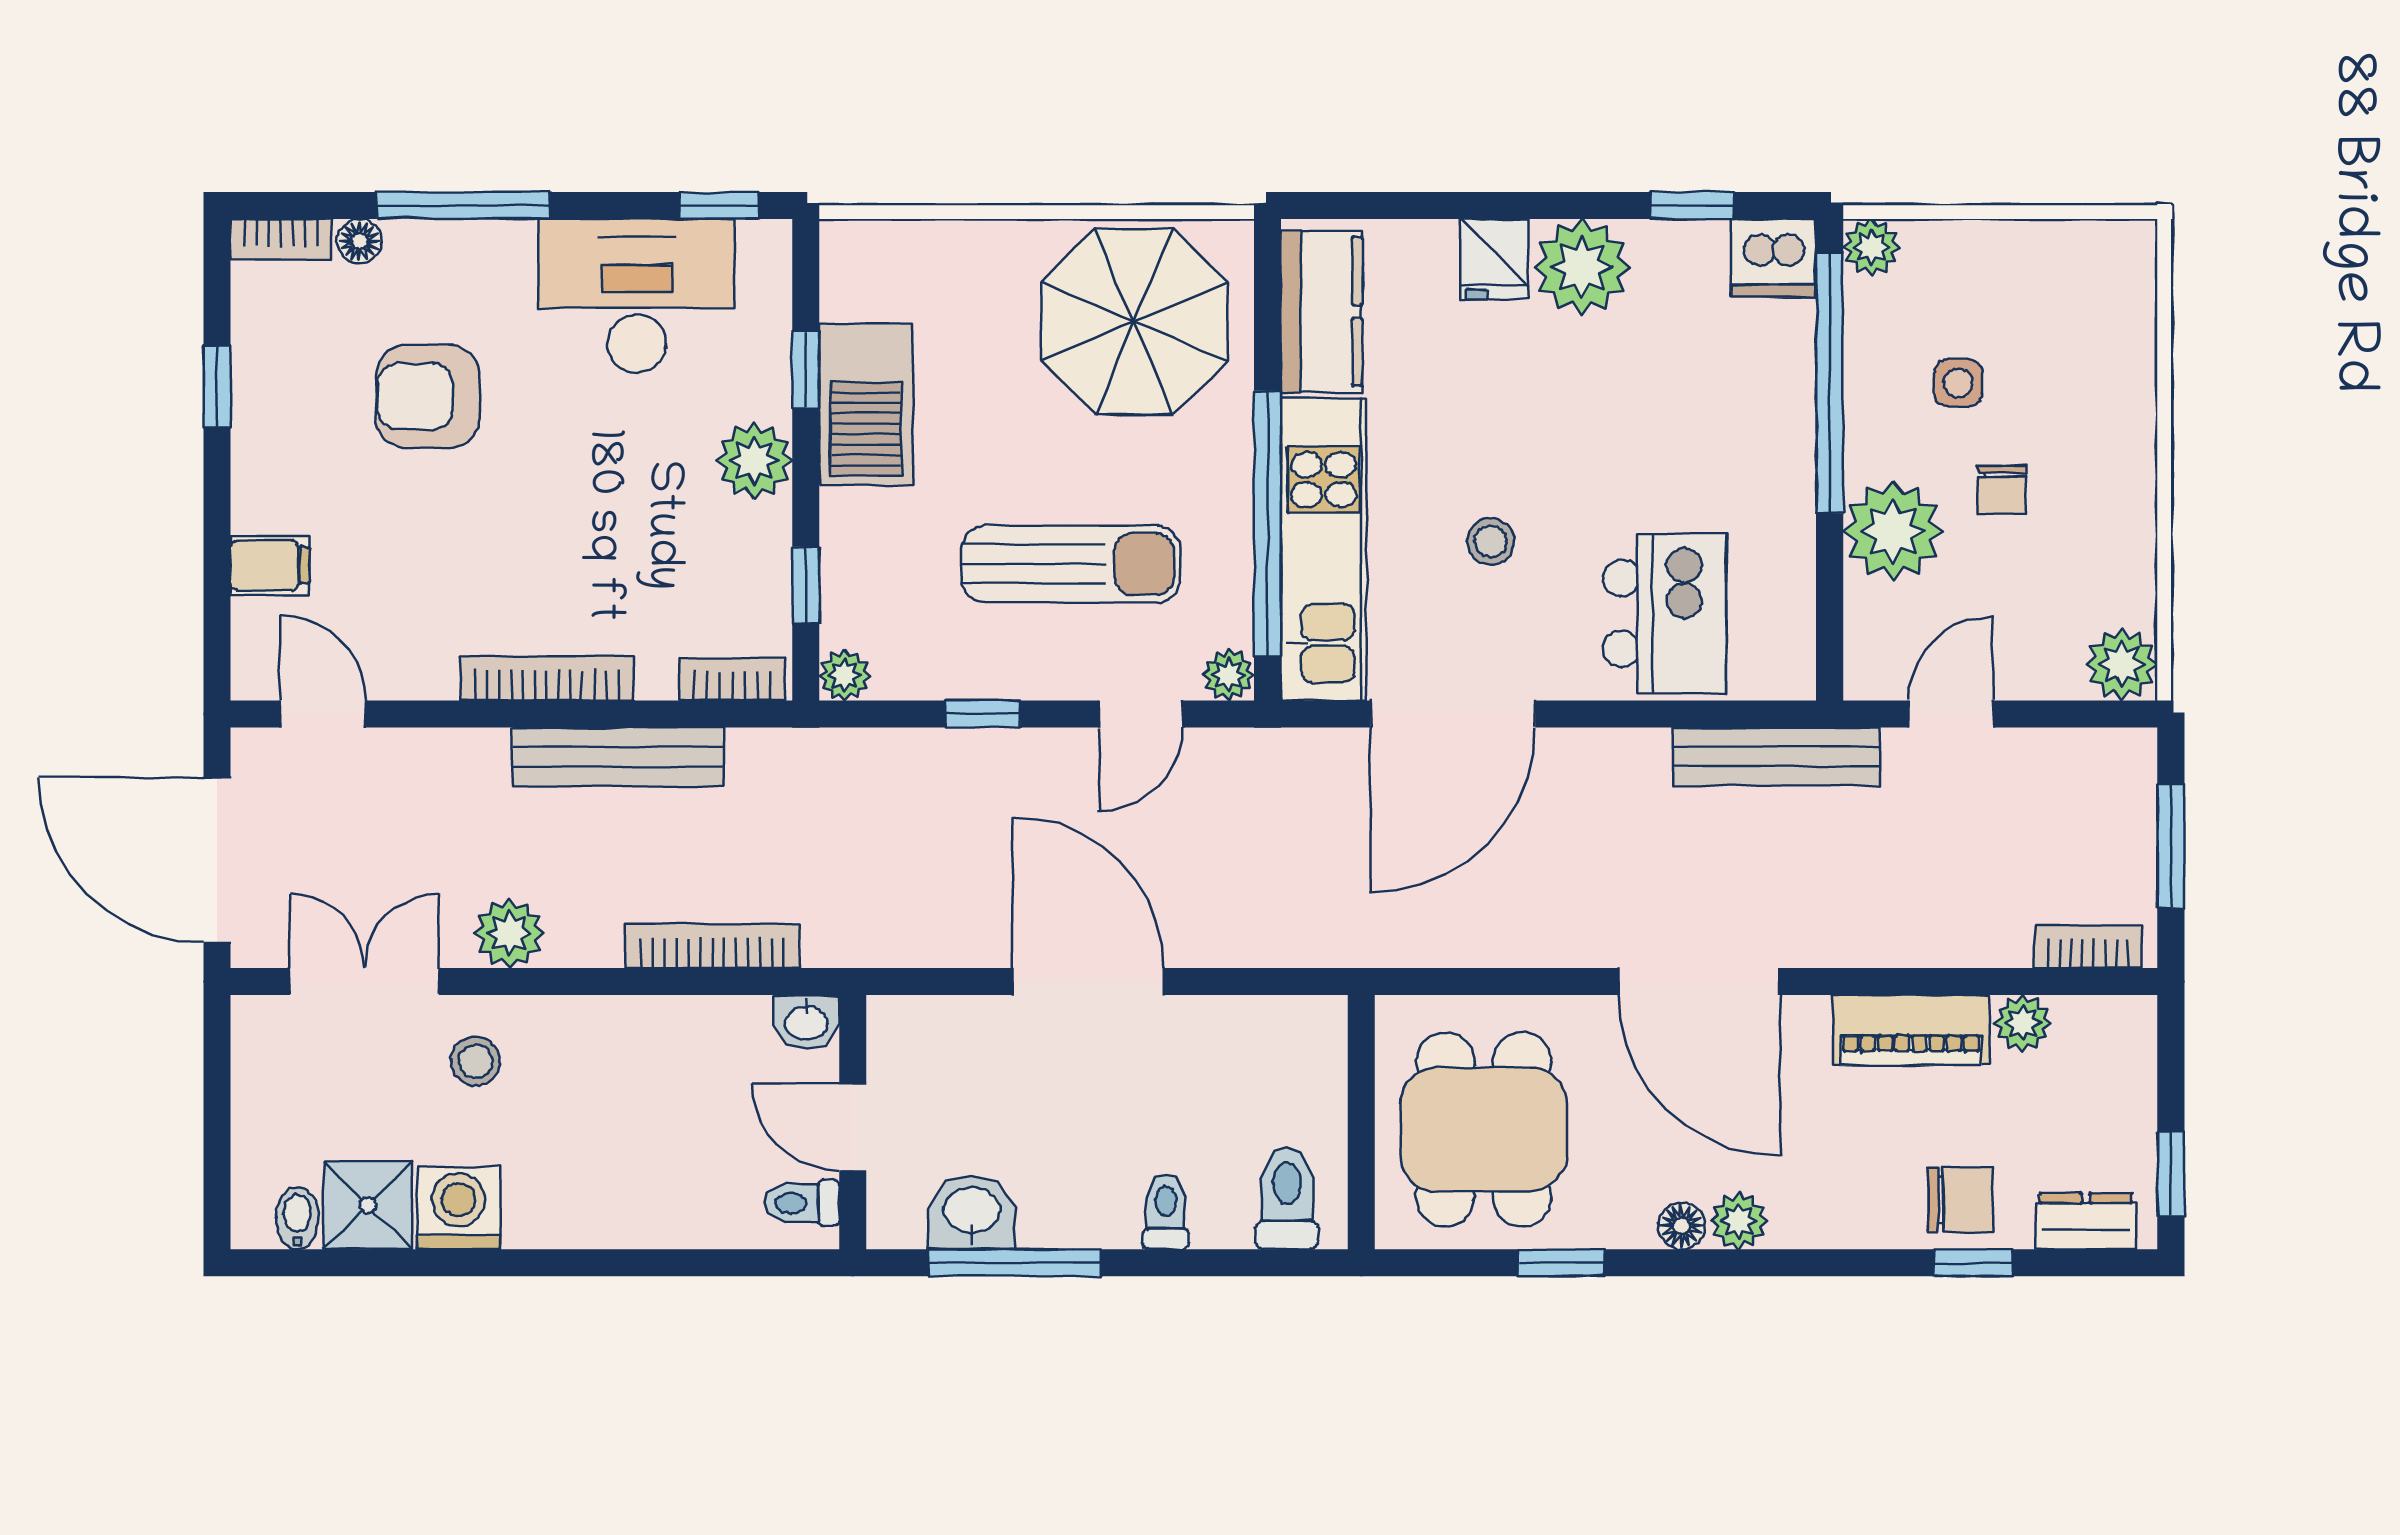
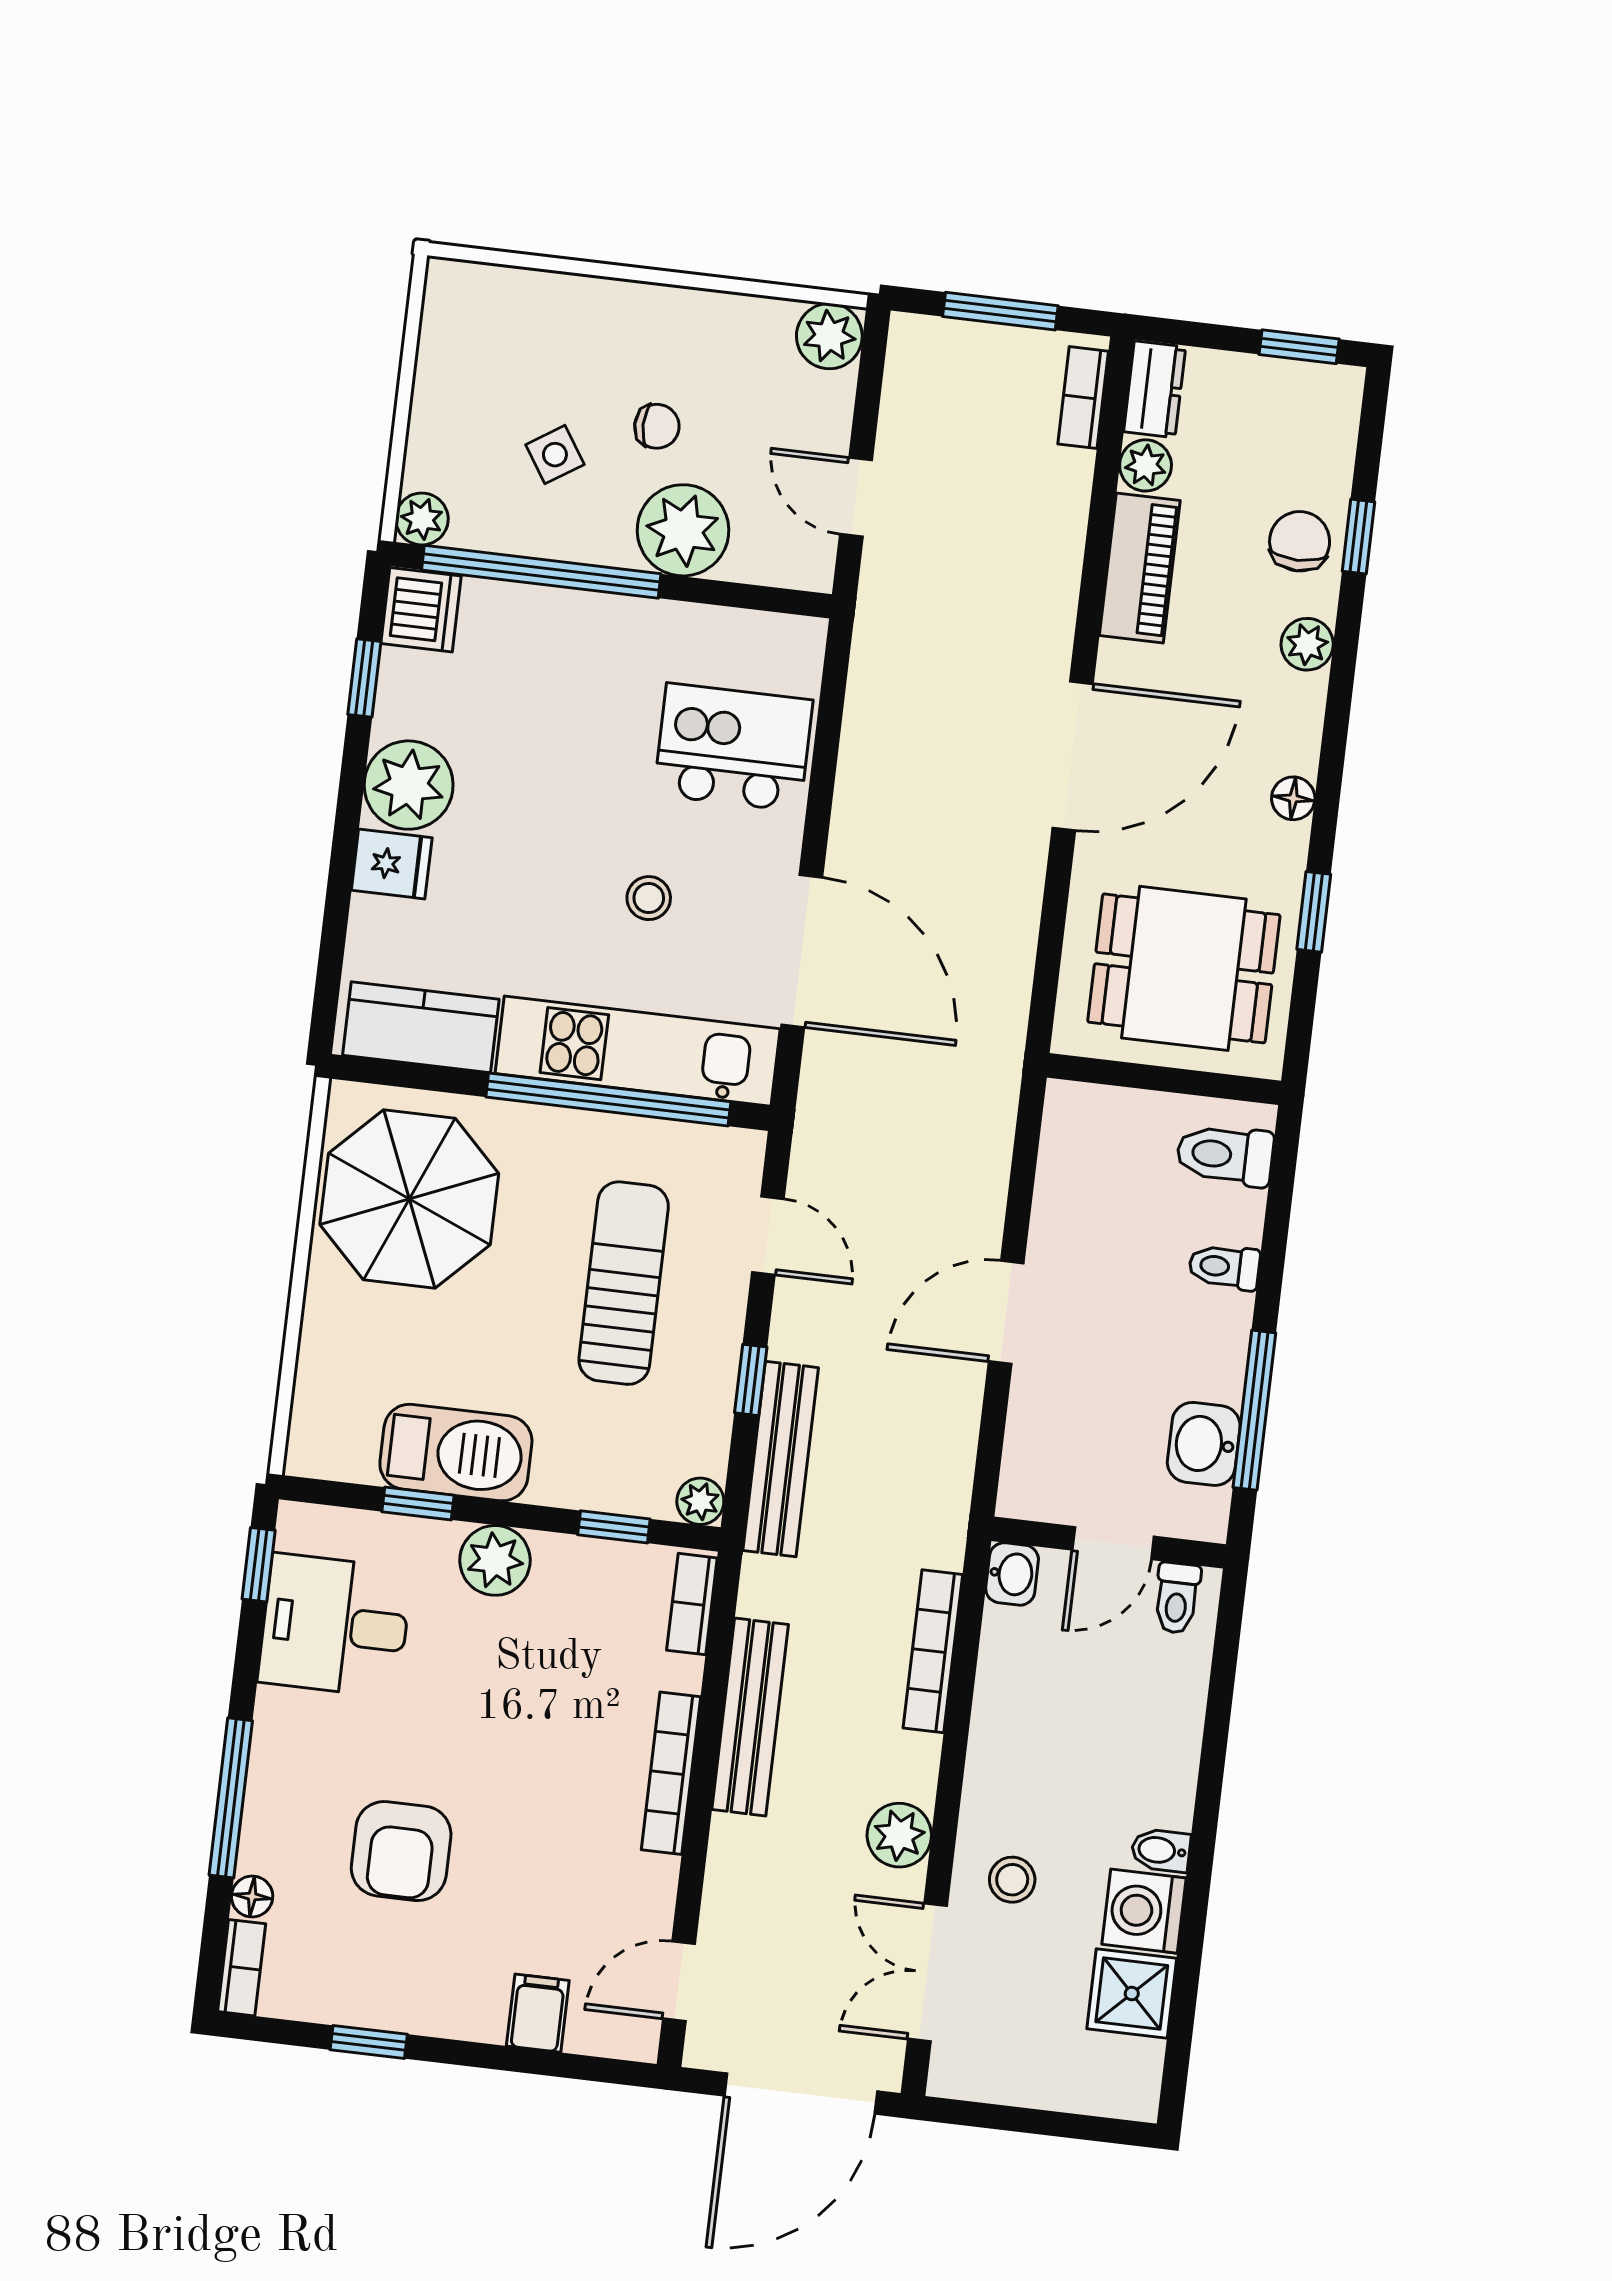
desk: (637, 296) -> (335, 1625), width x0.73
side table: (1958, 383) -> (555, 455), turned -33
plant: (1228, 675) -> (742, 1152), removed
bench: (1776, 756) -> (781, 1459), moved
door: (1089, 982) -> (1006, 1312), width x0.73
bidet: (297, 1218) -> (1161, 1850), moved
plant: (1739, 1221) -> (1307, 644), moved
dresser: (2086, 1221) -> (1155, 389), moved, turned 180

